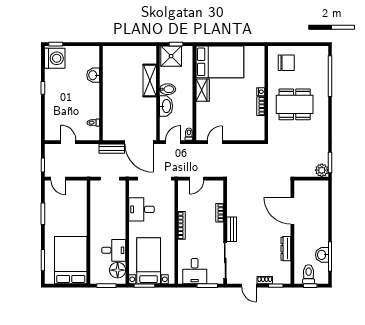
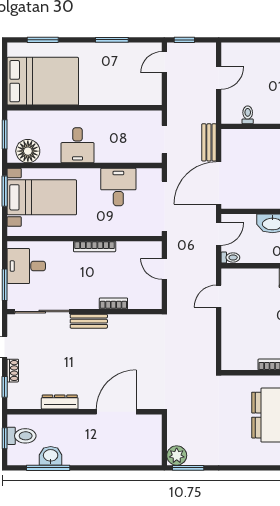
door: (173, 142) -> (219, 234), hinge flipped
door: (215, 142) -> (219, 296), swing flipped
desk: (114, 250) -> (78, 145), moved

